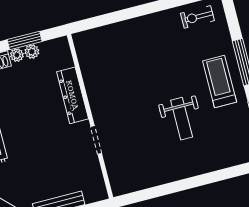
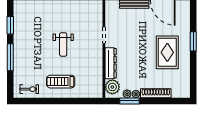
plant: (59, 56) -> (112, 87), added
treadmill: (220, 81) -> (61, 82), moved, turned 90
weight bench: (182, 119) -> (63, 44), moved, turned 180

